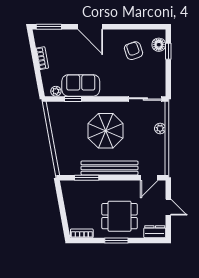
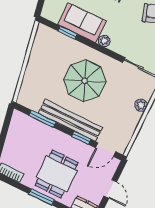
plant: (56, 91) -> (104, 41), moved
window: (125, 178) -> (81, 138), added
dining table: (120, 216) -> (57, 174), turned 90

